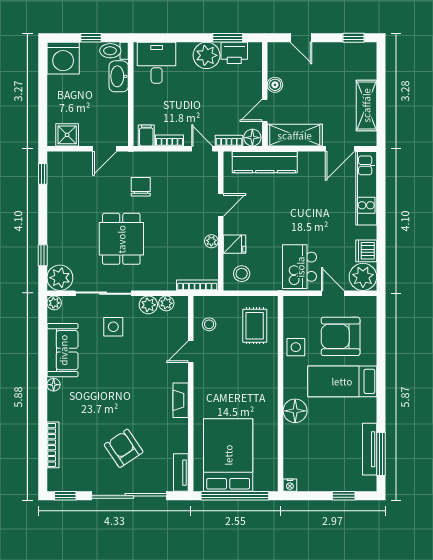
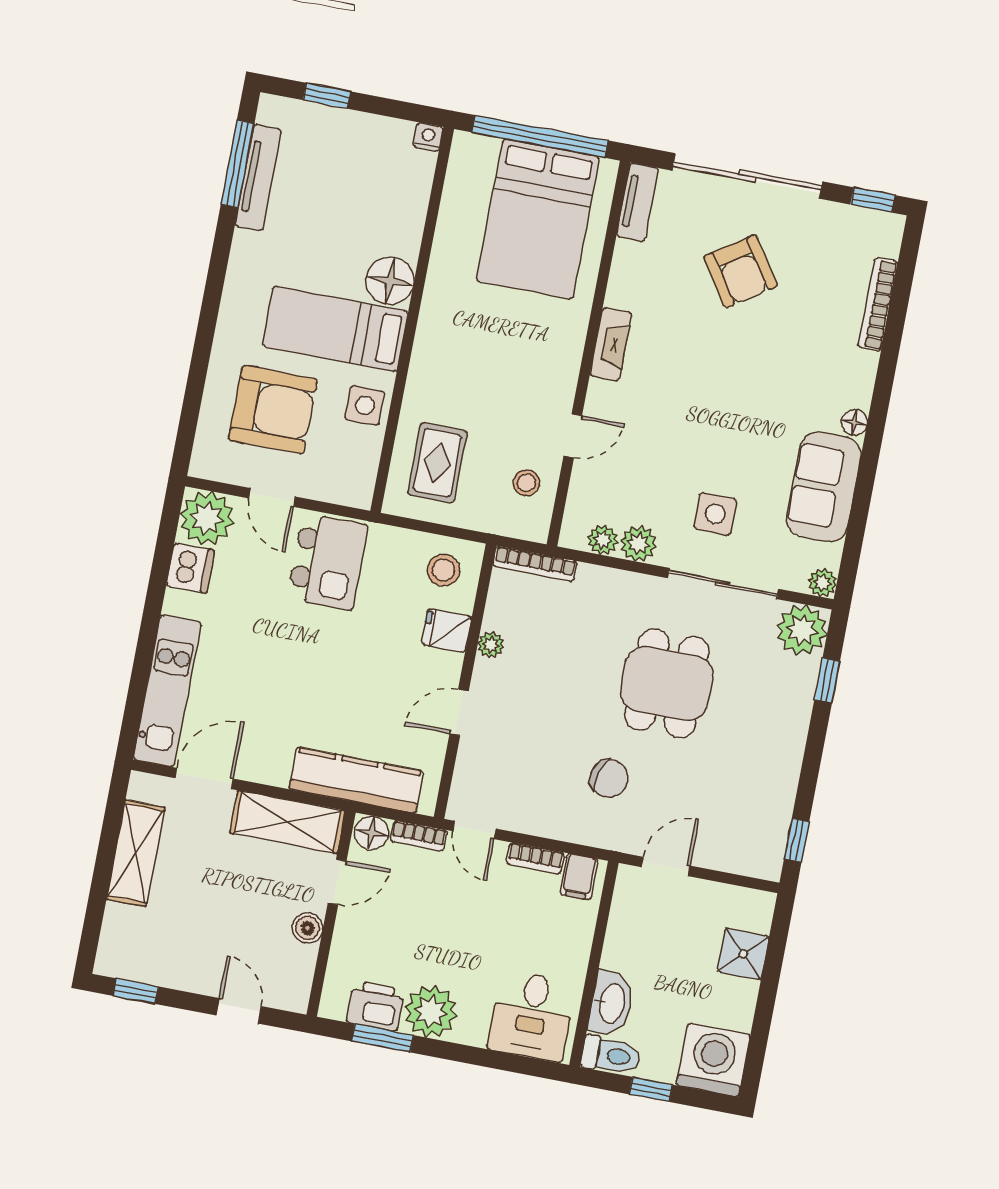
shower: (67, 135) -> (743, 954), moved
chair: (141, 187) -> (609, 778), turned -74
bed: (342, 381) -> (335, 329), moved, turned 180

